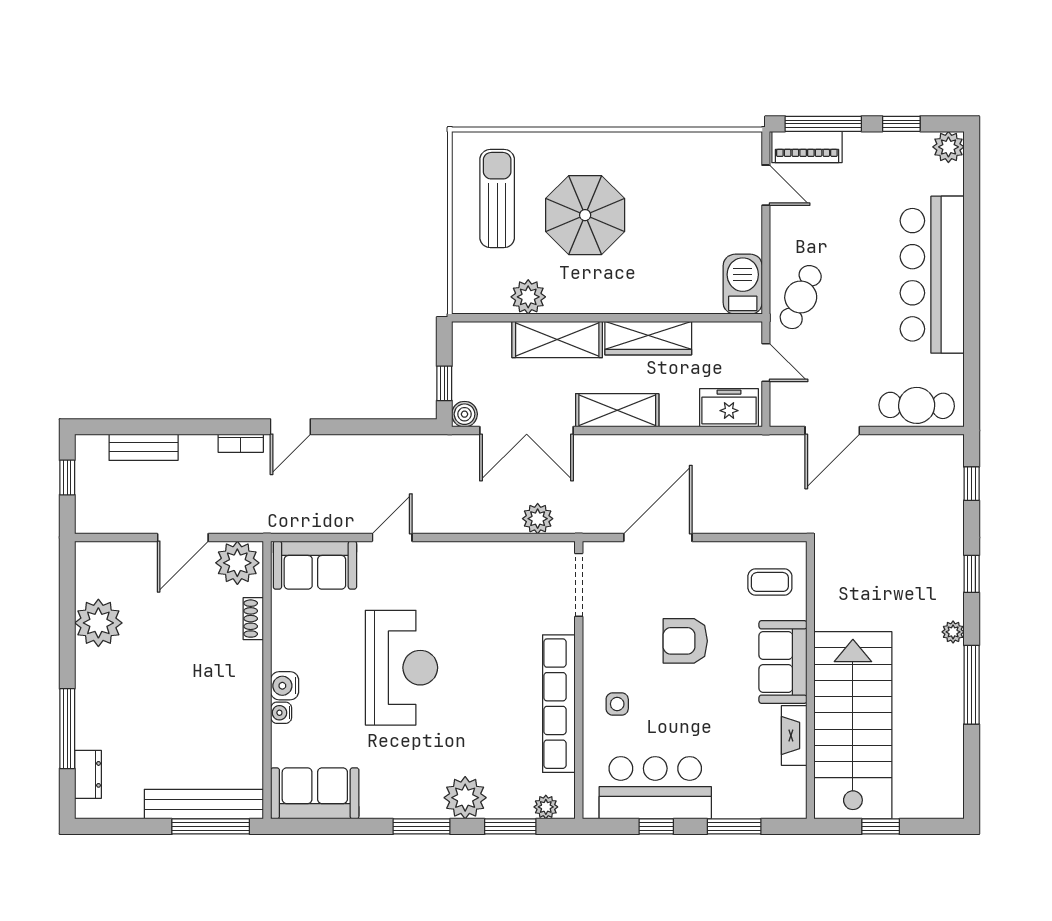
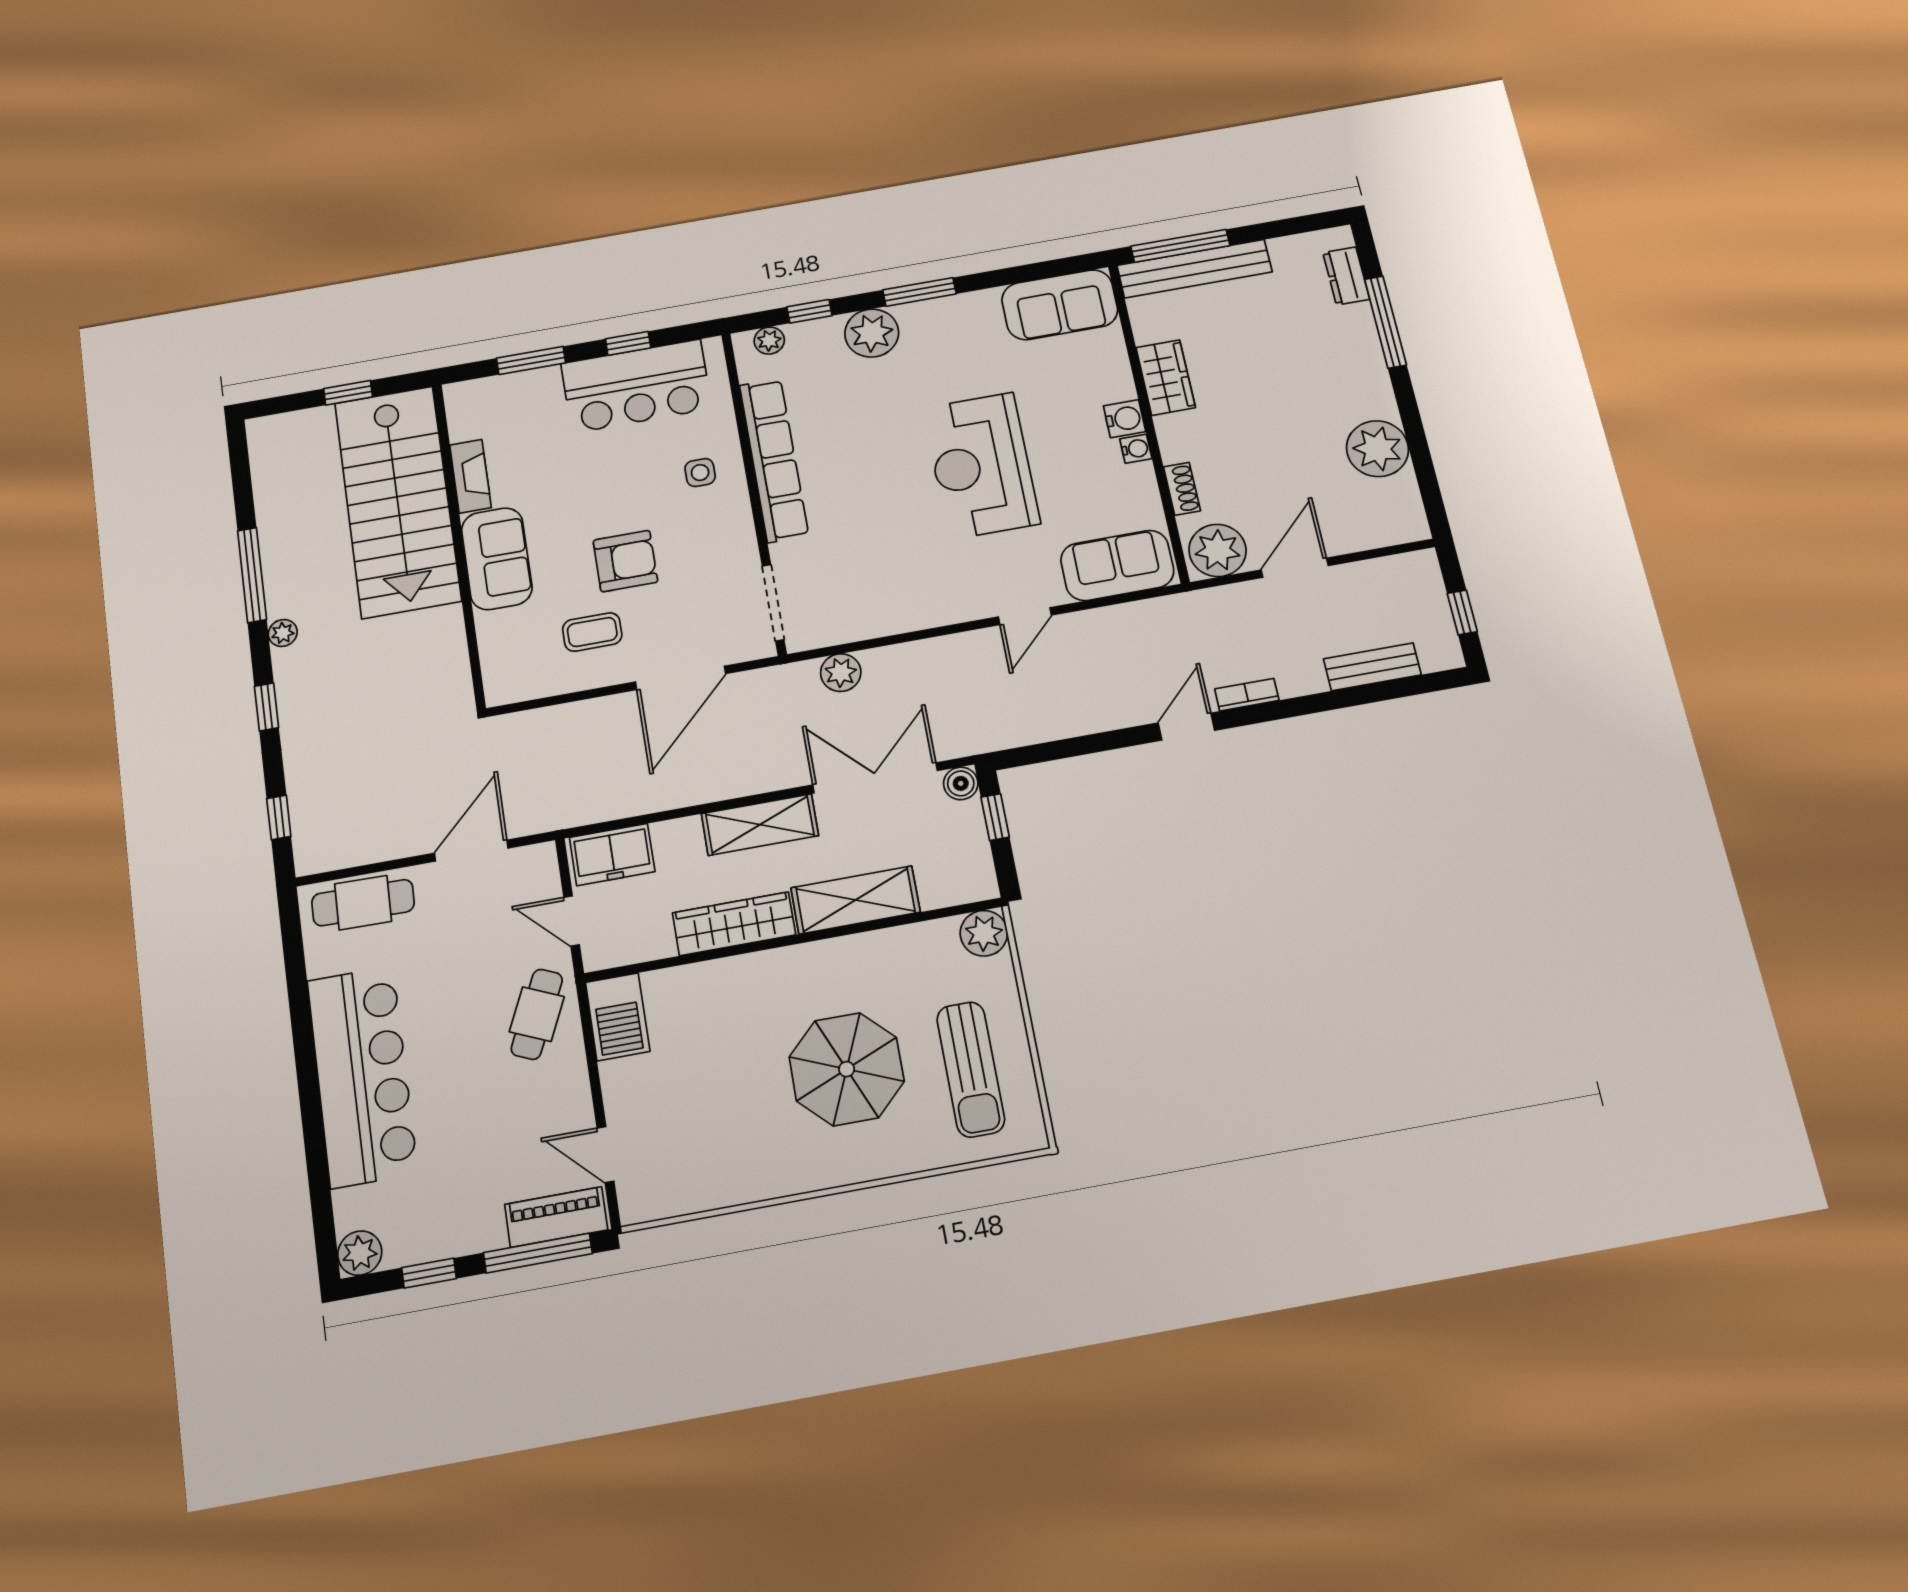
plant: (528, 297) -> (984, 933), moved
coffee table: (770, 582) -> (592, 632), moved
water cooler: (281, 713) -> (1136, 449), moved
wardrobe: (246, 714) -> (1166, 378), added
window: (510, 826) -> (809, 311), width x0.67

